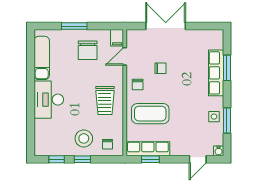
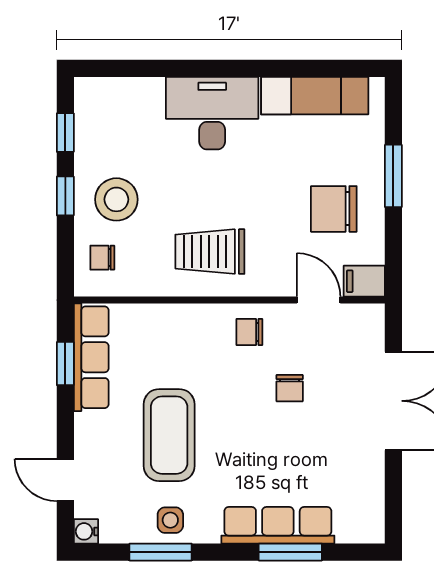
coffee table: (150, 114) -> (169, 435), moved

